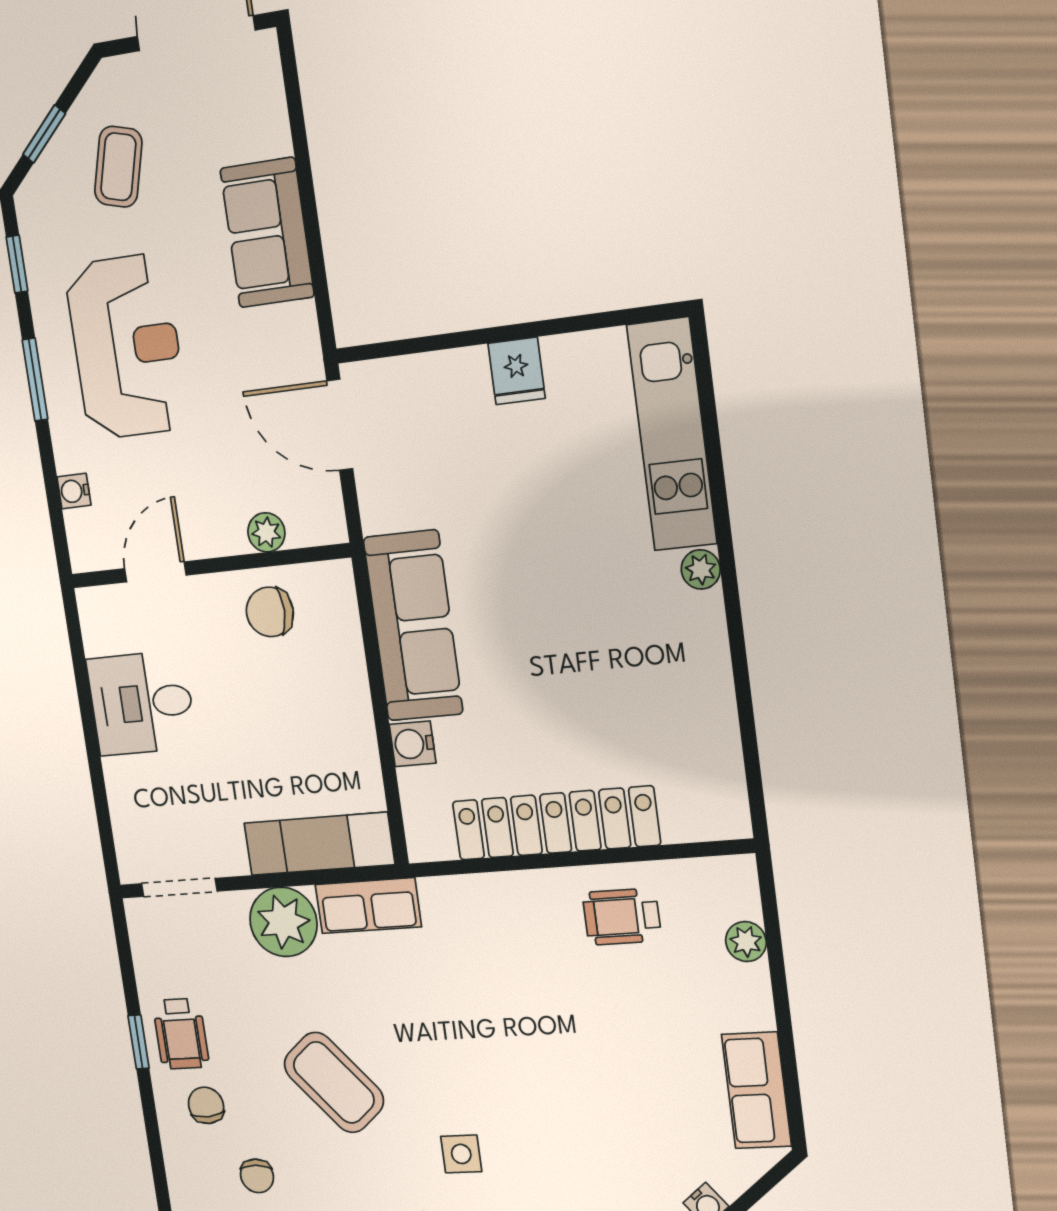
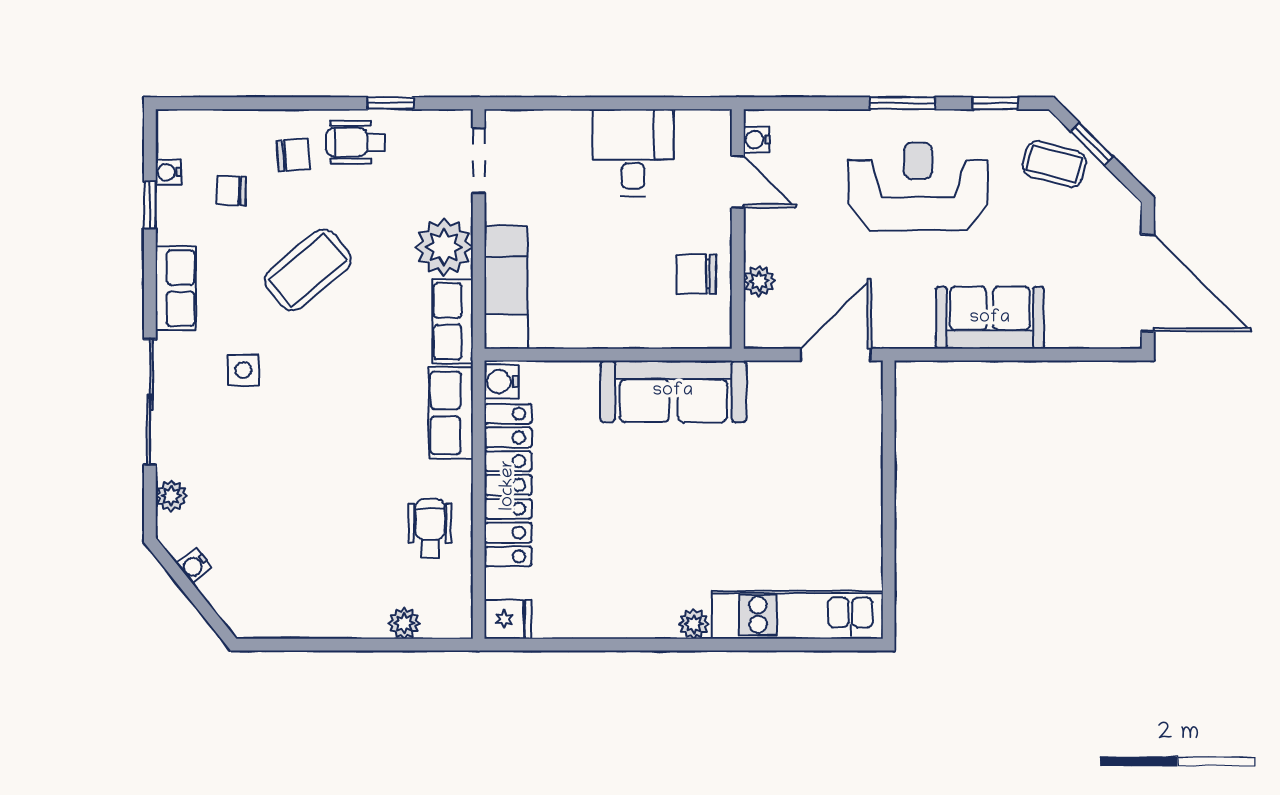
coffee table: (118, 167) -> (1054, 164), moved
reception desk: (127, 347) -> (918, 186), turned 180
fridge: (517, 371) -> (508, 619), moved, turned 180
water cooler: (74, 491) -> (757, 140), moved, turned -90
chair: (270, 612) -> (696, 274), turned -90
water cooler: (413, 744) -> (502, 382), moved, turned -90
window: (139, 1042) -> (390, 103), moved
row of seats: (756, 1090) -> (451, 413), moved, turned -90

